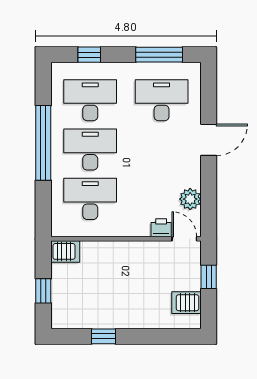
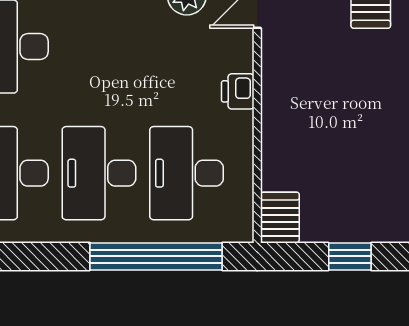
window: (43, 143) -> (156, 256), moved
printer: (161, 228) -> (238, 91), moved

